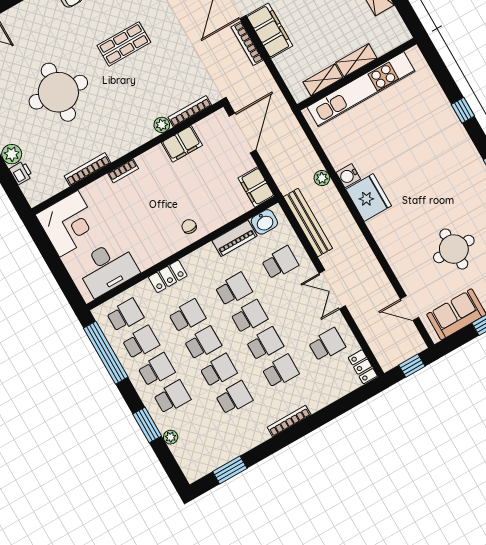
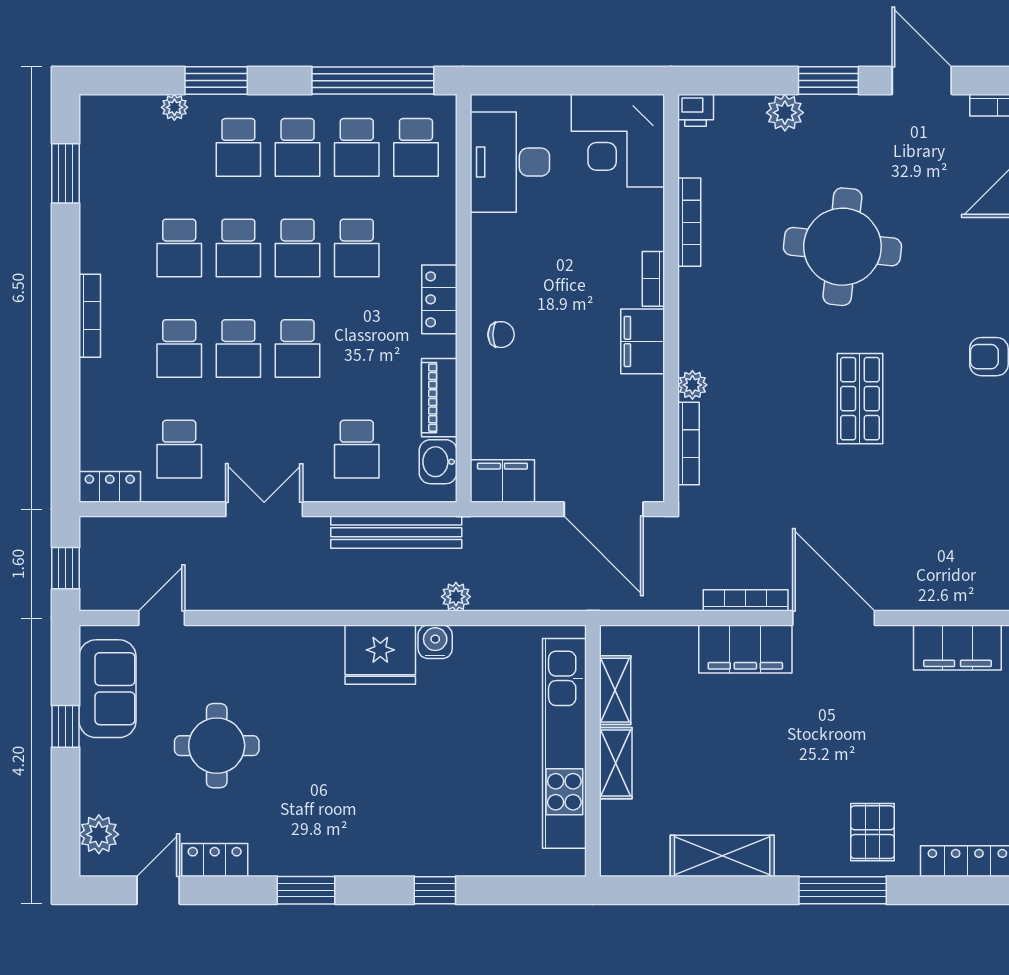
filing cabinet: (182, 144) -> (643, 341), moved
printer: (21, 173) -> (696, 110), moved
locker: (168, 276) -> (439, 299), moved
school desk: (234, 289) -> (357, 349), removed

